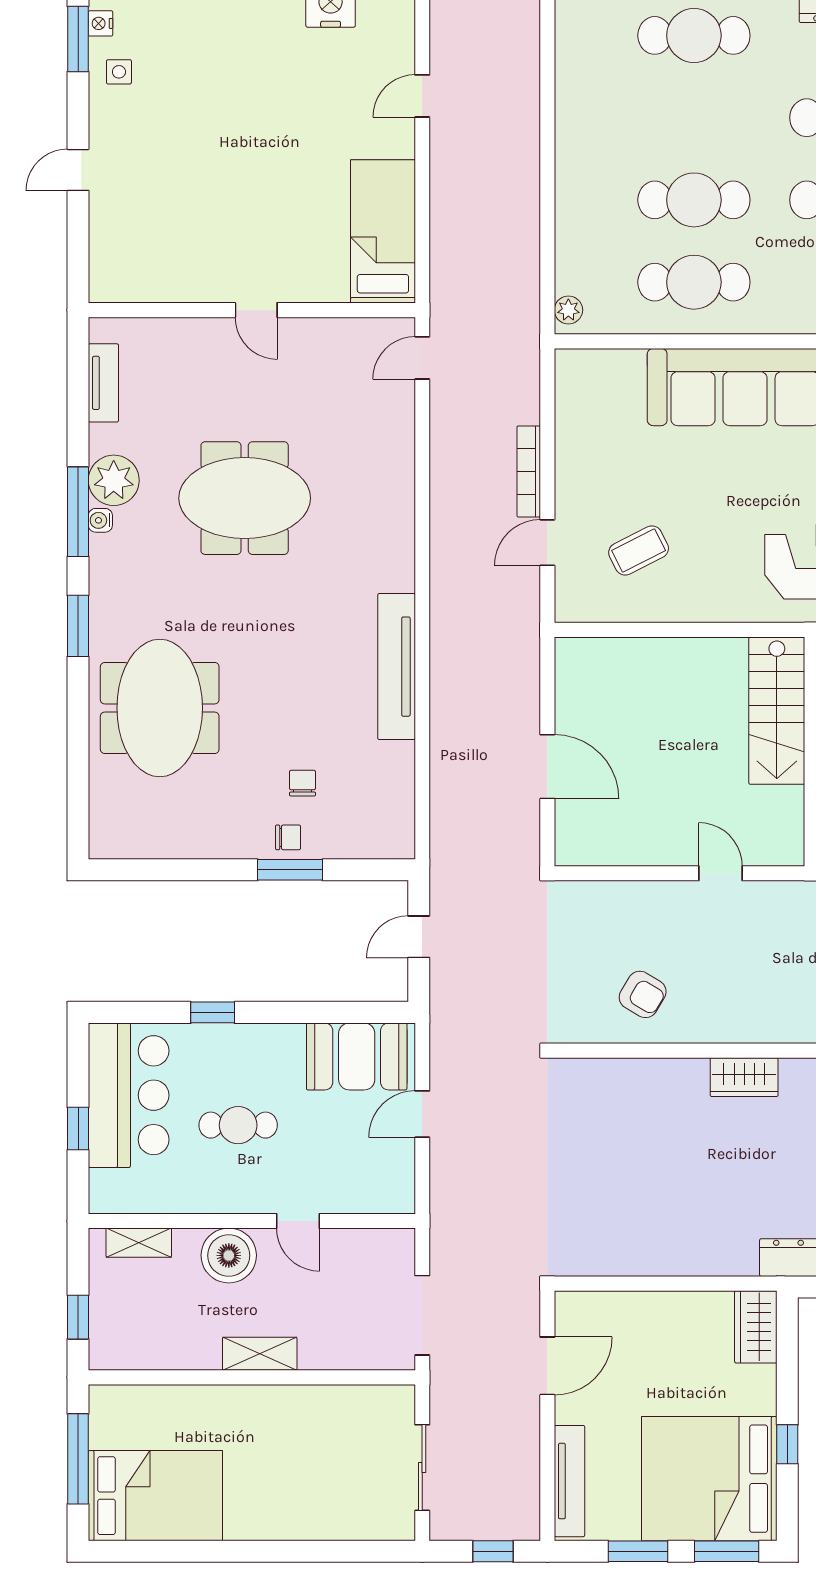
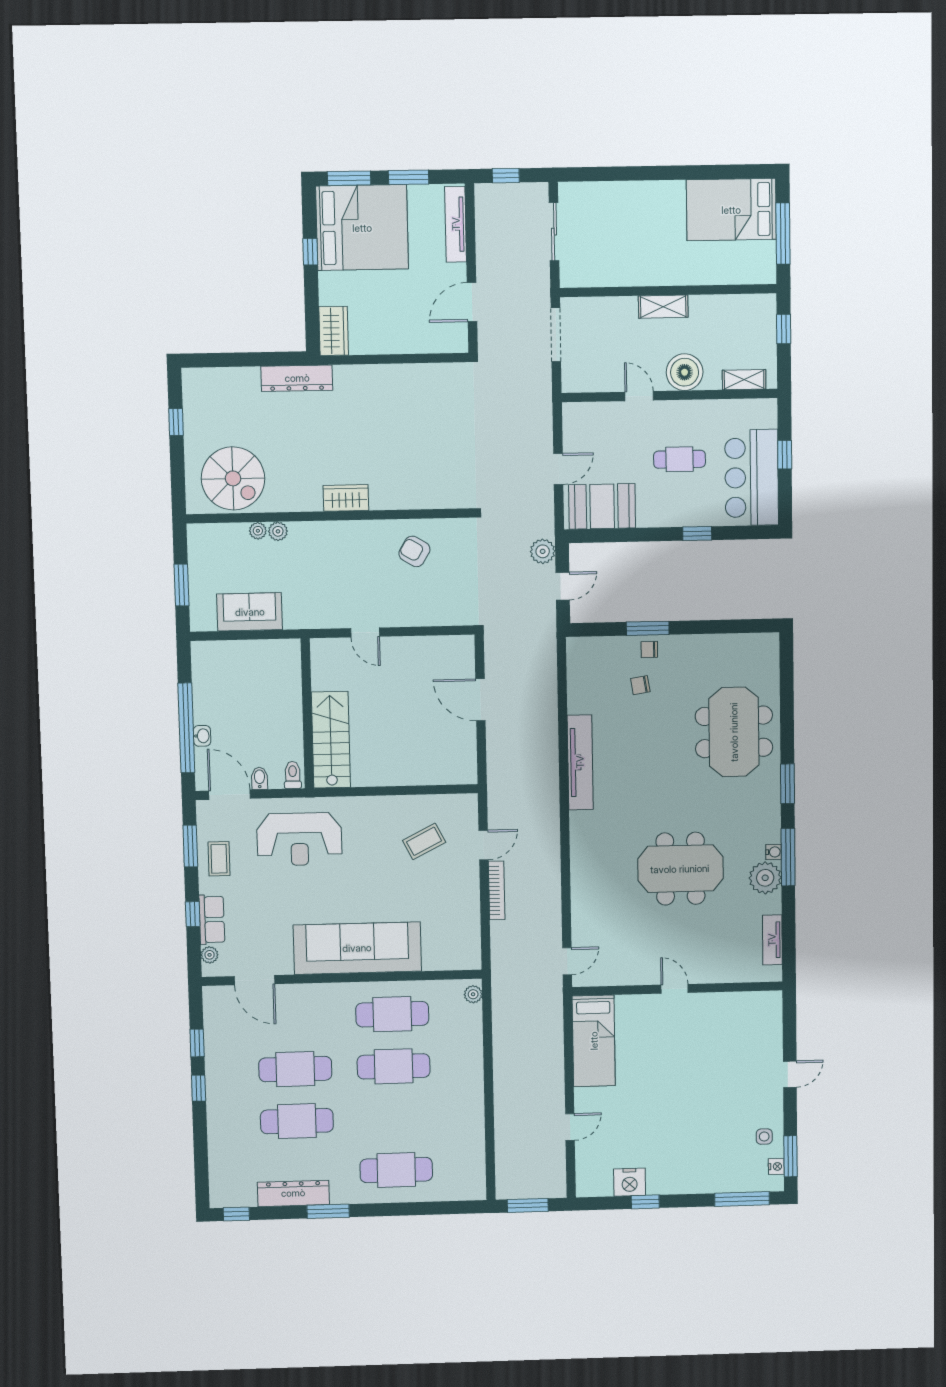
chair: (303, 783) -> (640, 685), turned 81
plant: (448, 990) -> (543, 551), added

